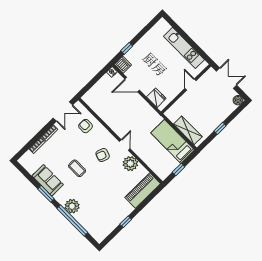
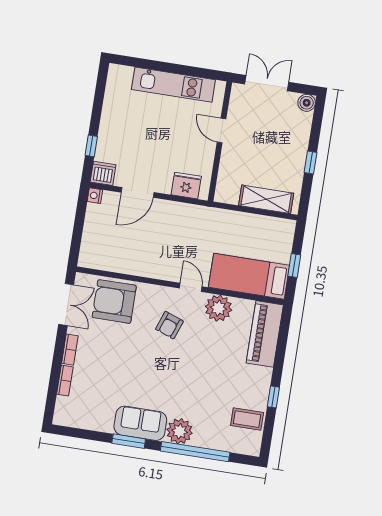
armchair: (86, 126) -> (114, 301), width x1.88, depth x1.88
bed: (173, 141) -> (249, 276), moved
coffee table: (77, 168) -> (247, 419), moved
sofa: (48, 180) -> (140, 423), moved

